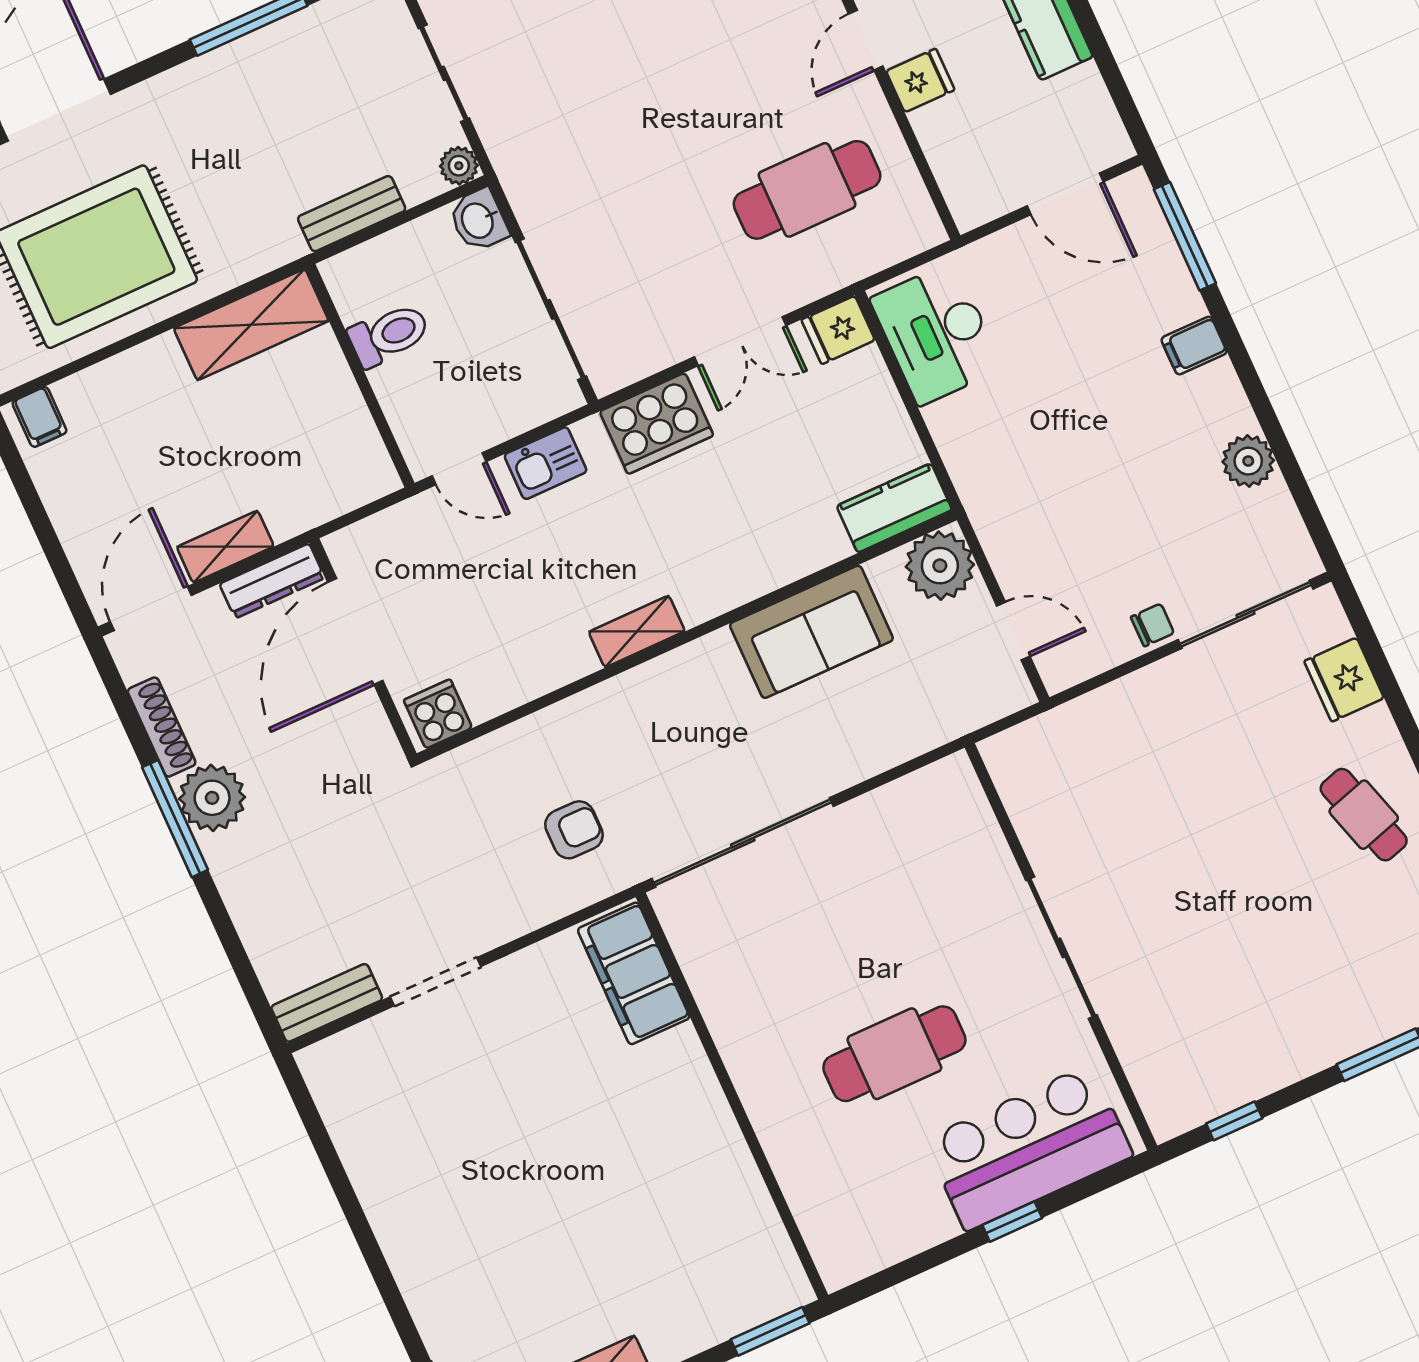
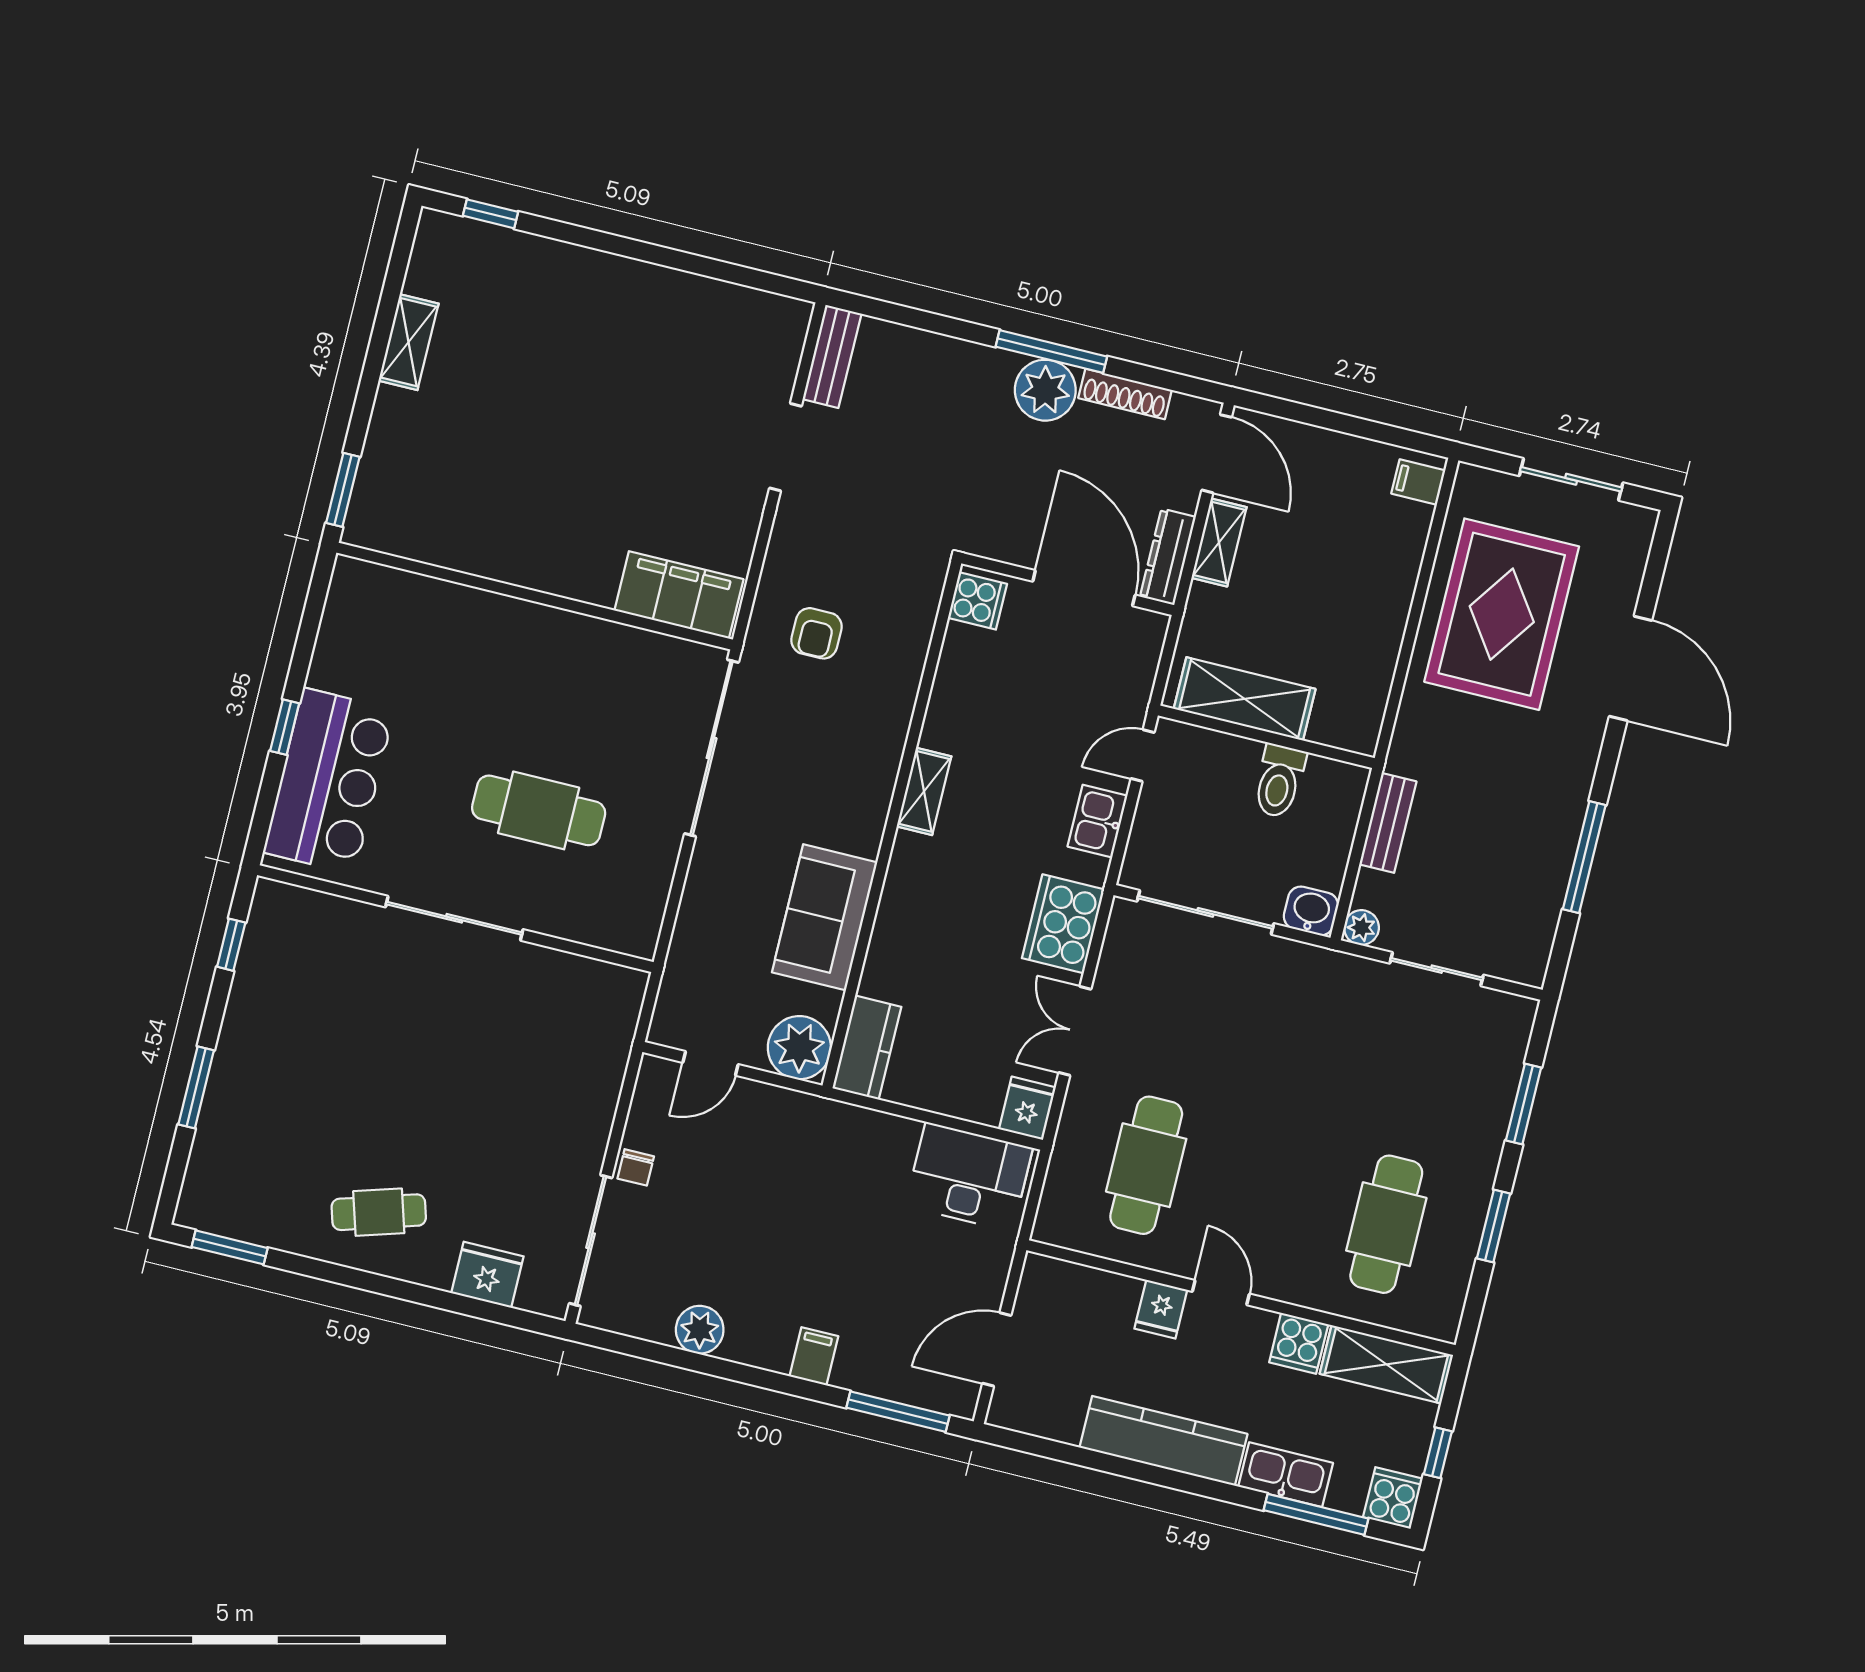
shelving: (251, 325) -> (1245, 699), moved, turned 90
cafe table: (894, 1054) -> (539, 810), moved, turned 90

